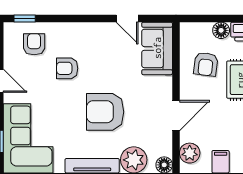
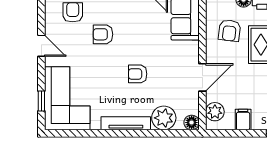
armchair: (105, 112) -> (138, 74), width x0.53, depth x0.53

